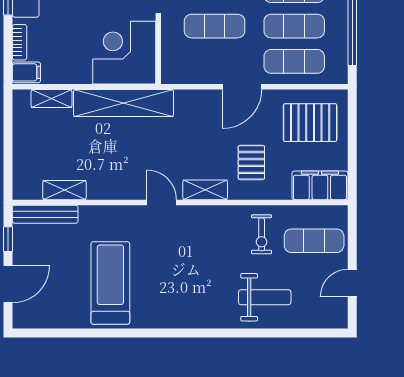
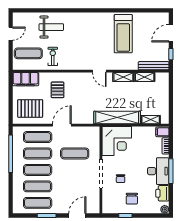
shelving: (205, 190) -> (123, 77), moved
weight bench: (265, 297) -> (51, 27), turned 180

